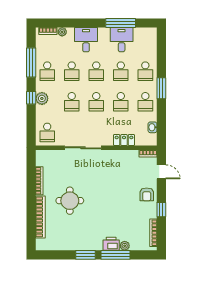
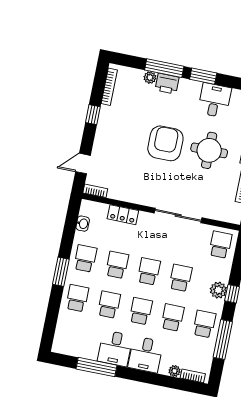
desk: (122, 40) -> (115, 348), moved
door: (161, 172) -> (83, 164), hinge flipped
armchair: (147, 194) -> (165, 143), moved, width x1.88, depth x1.88
desk: (73, 239) -> (214, 100), added

